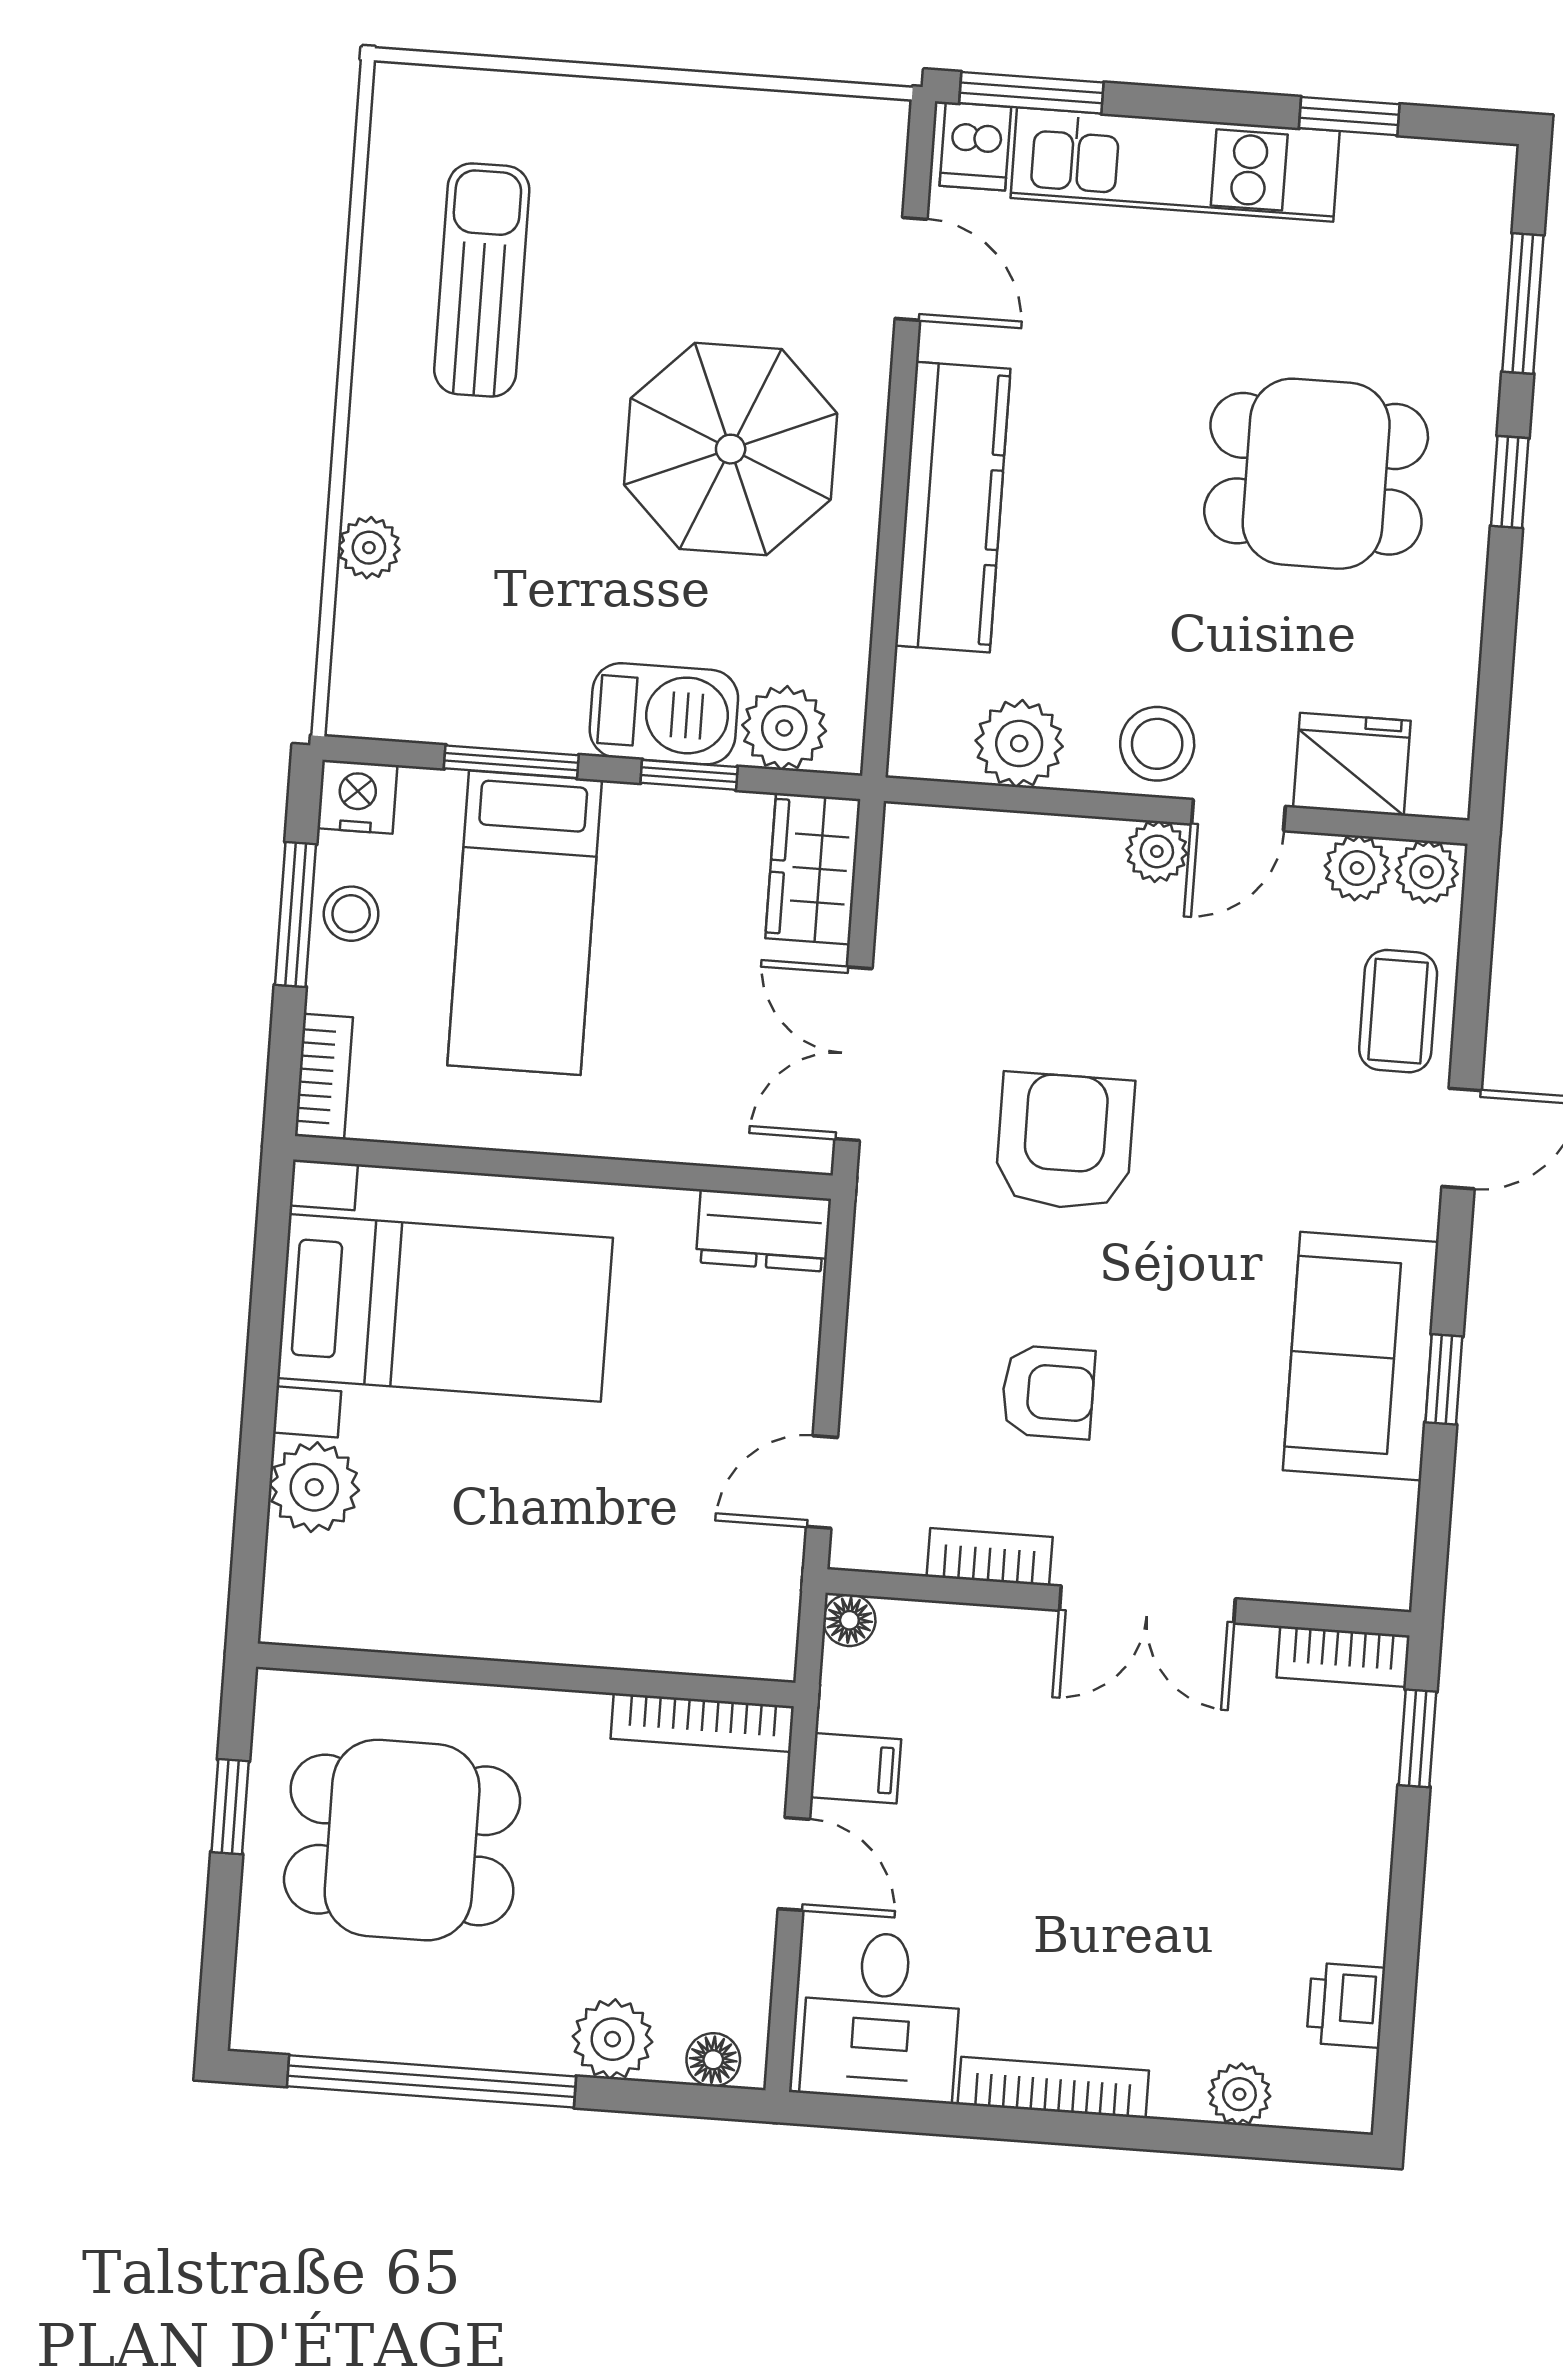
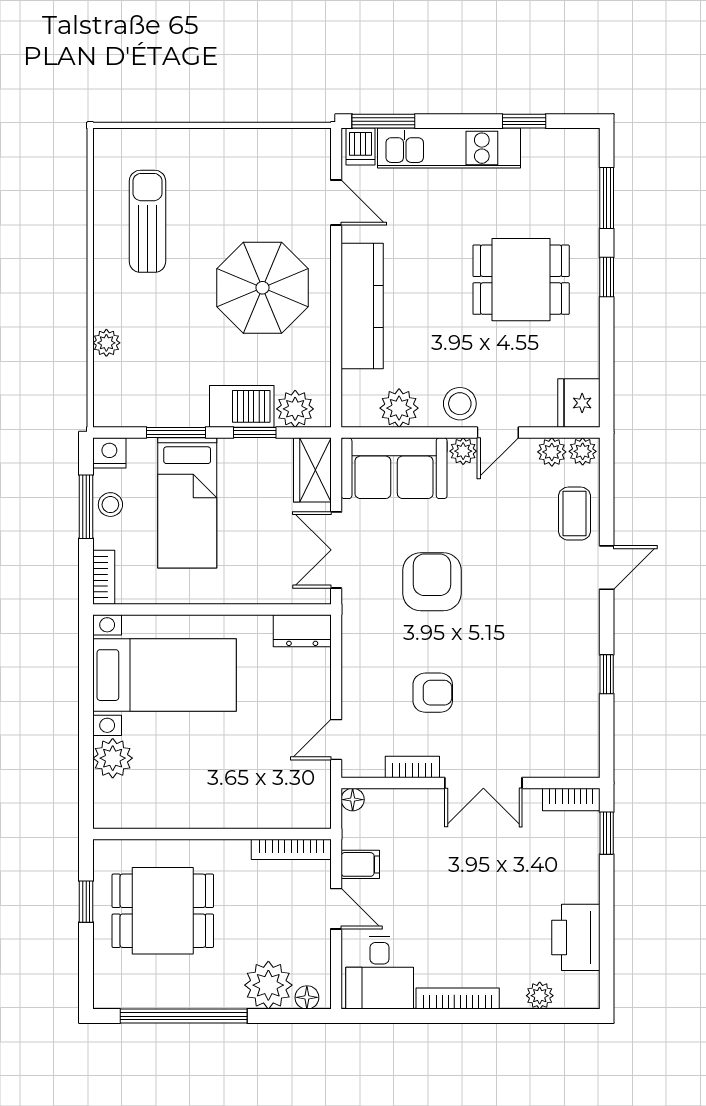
fridge: (1352, 764) -> (579, 403), moved, turned -90
sofa: (1361, 1356) -> (394, 468), moved, turned -90
printer: (1346, 2005) -> (576, 937), width x1.87, depth x1.48
plant: (612, 2039) -> (268, 985), width x1.36, depth x1.36

